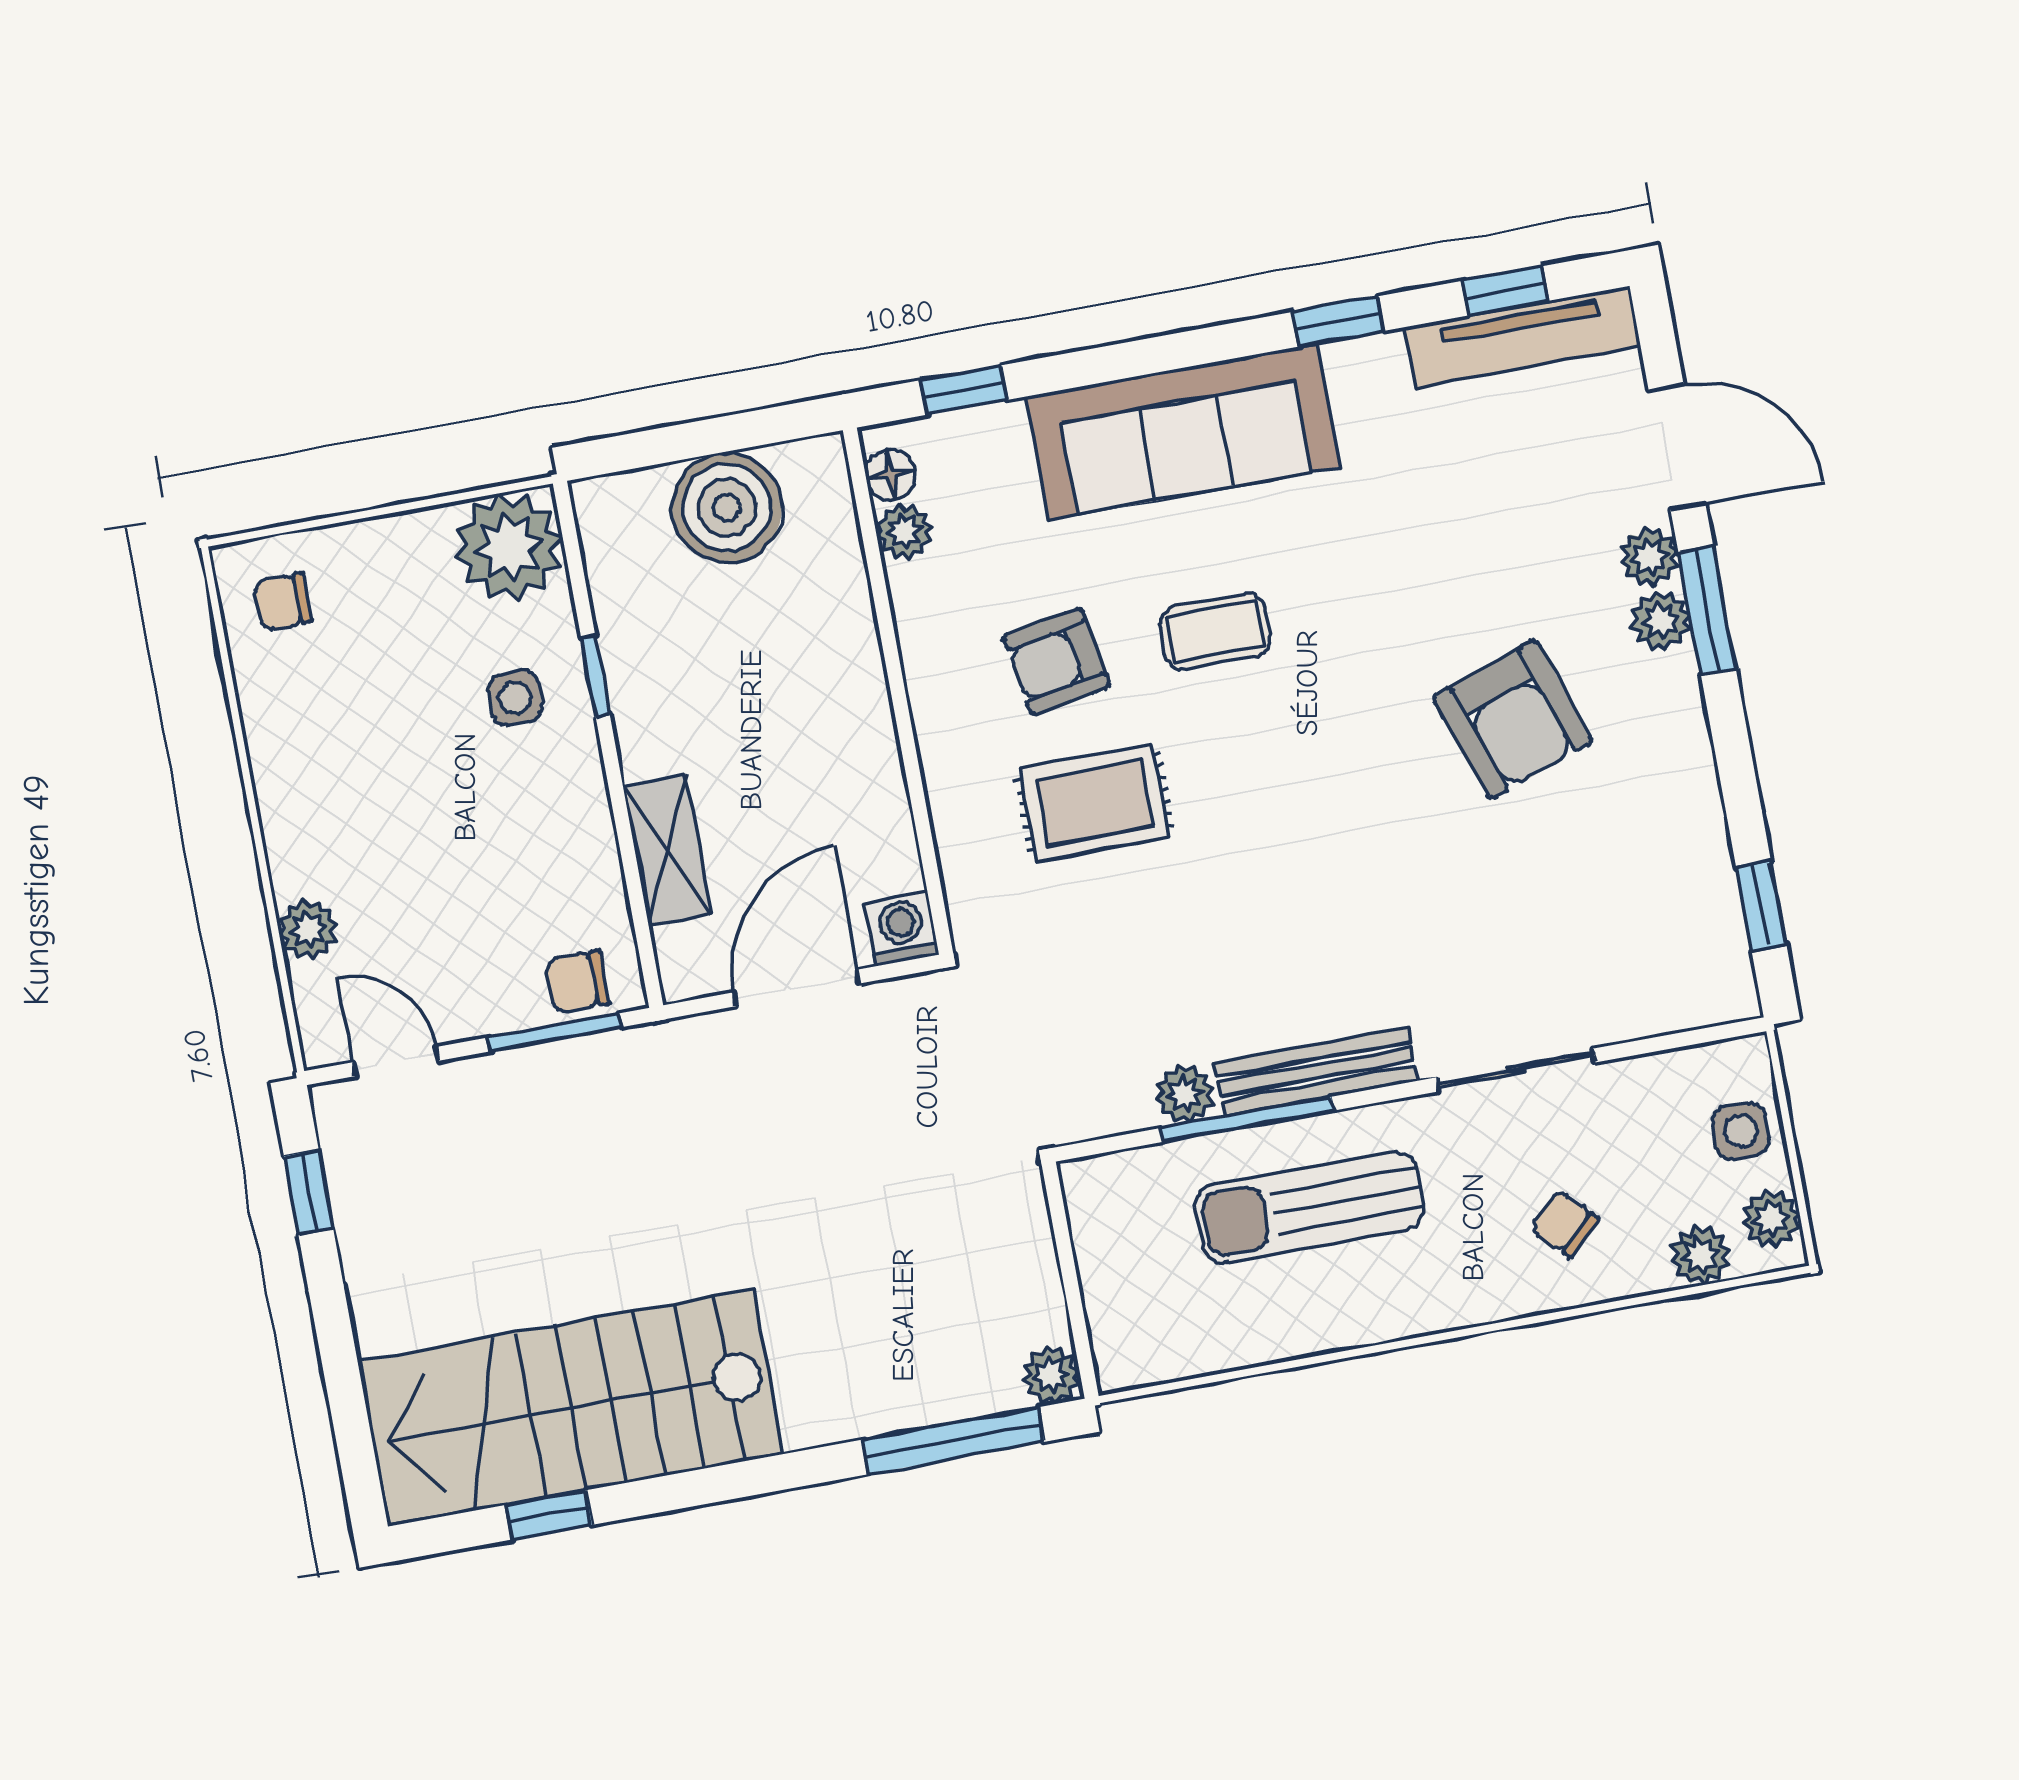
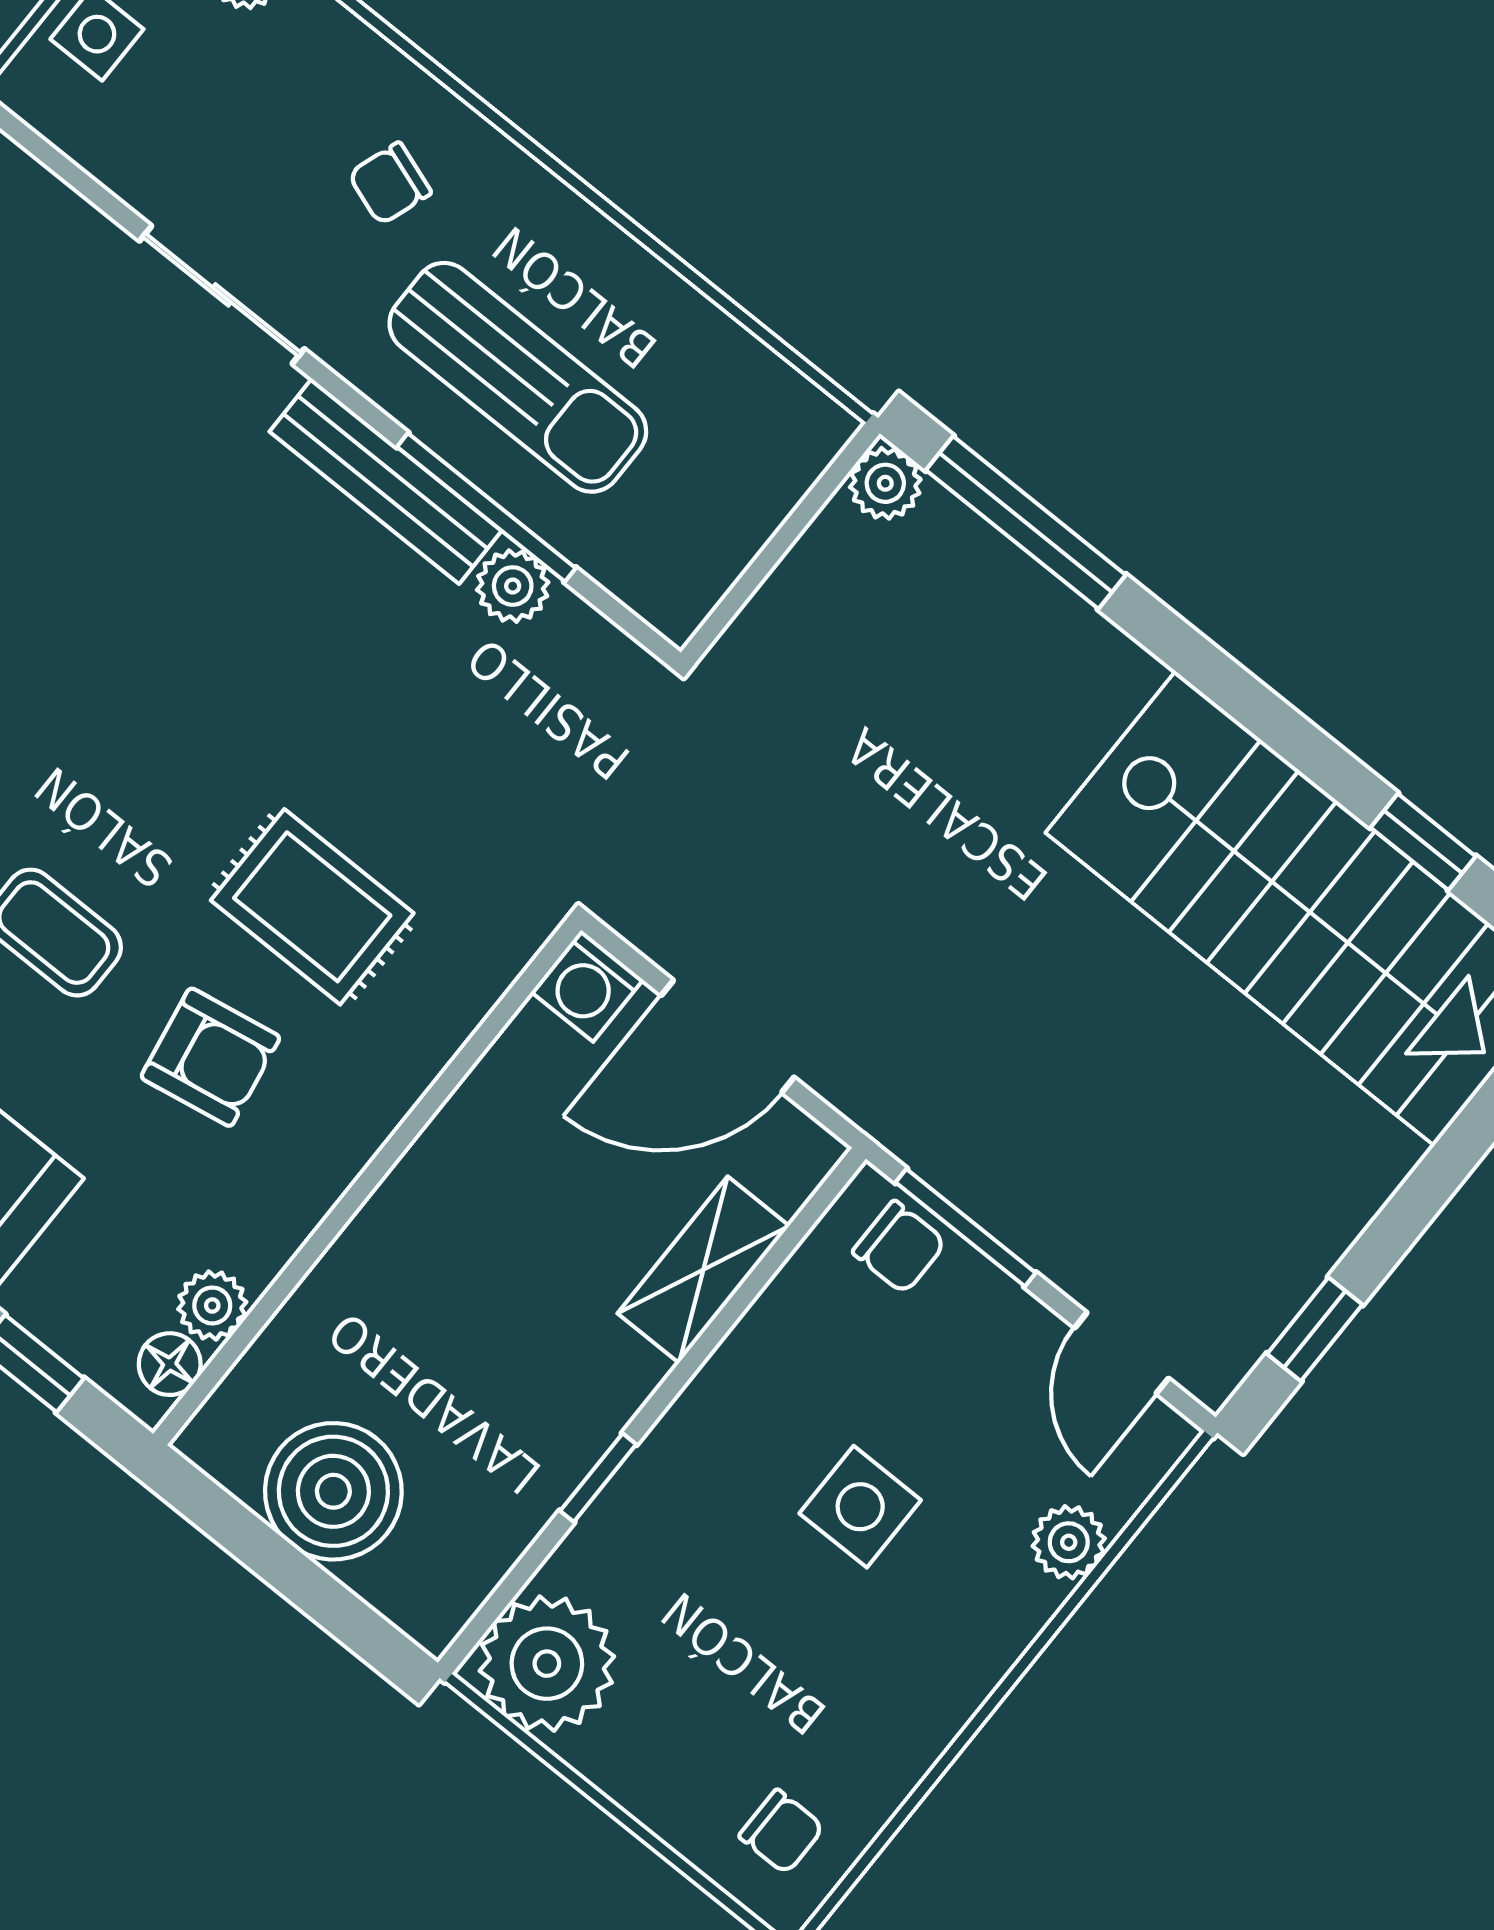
side table: (515, 698) -> (860, 1507), moved, width x1.37, depth x1.37
chair: (1565, 1224) -> (390, 183), moved, turned 63

